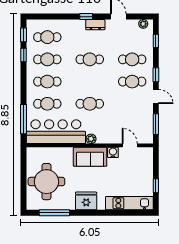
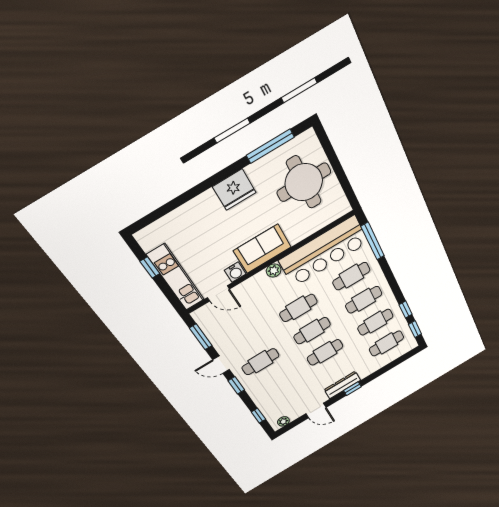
dresser: (95, 25) -> (342, 385), width x1.44
cafe table: (132, 59) -> (312, 331), moved
kitchen unit: (129, 203) -> (176, 277), moved, turned -90

